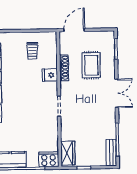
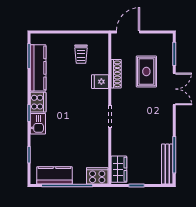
double door: (117, 93) -> (174, 89), moved
bench: (111, 153) -> (167, 164), width x1.36

